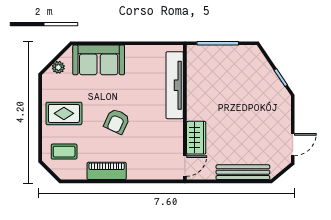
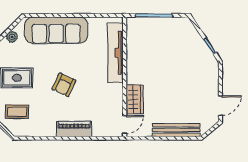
sofa: (99, 60) -> (56, 30), width x1.36
piano: (107, 171) -> (74, 129), moved

